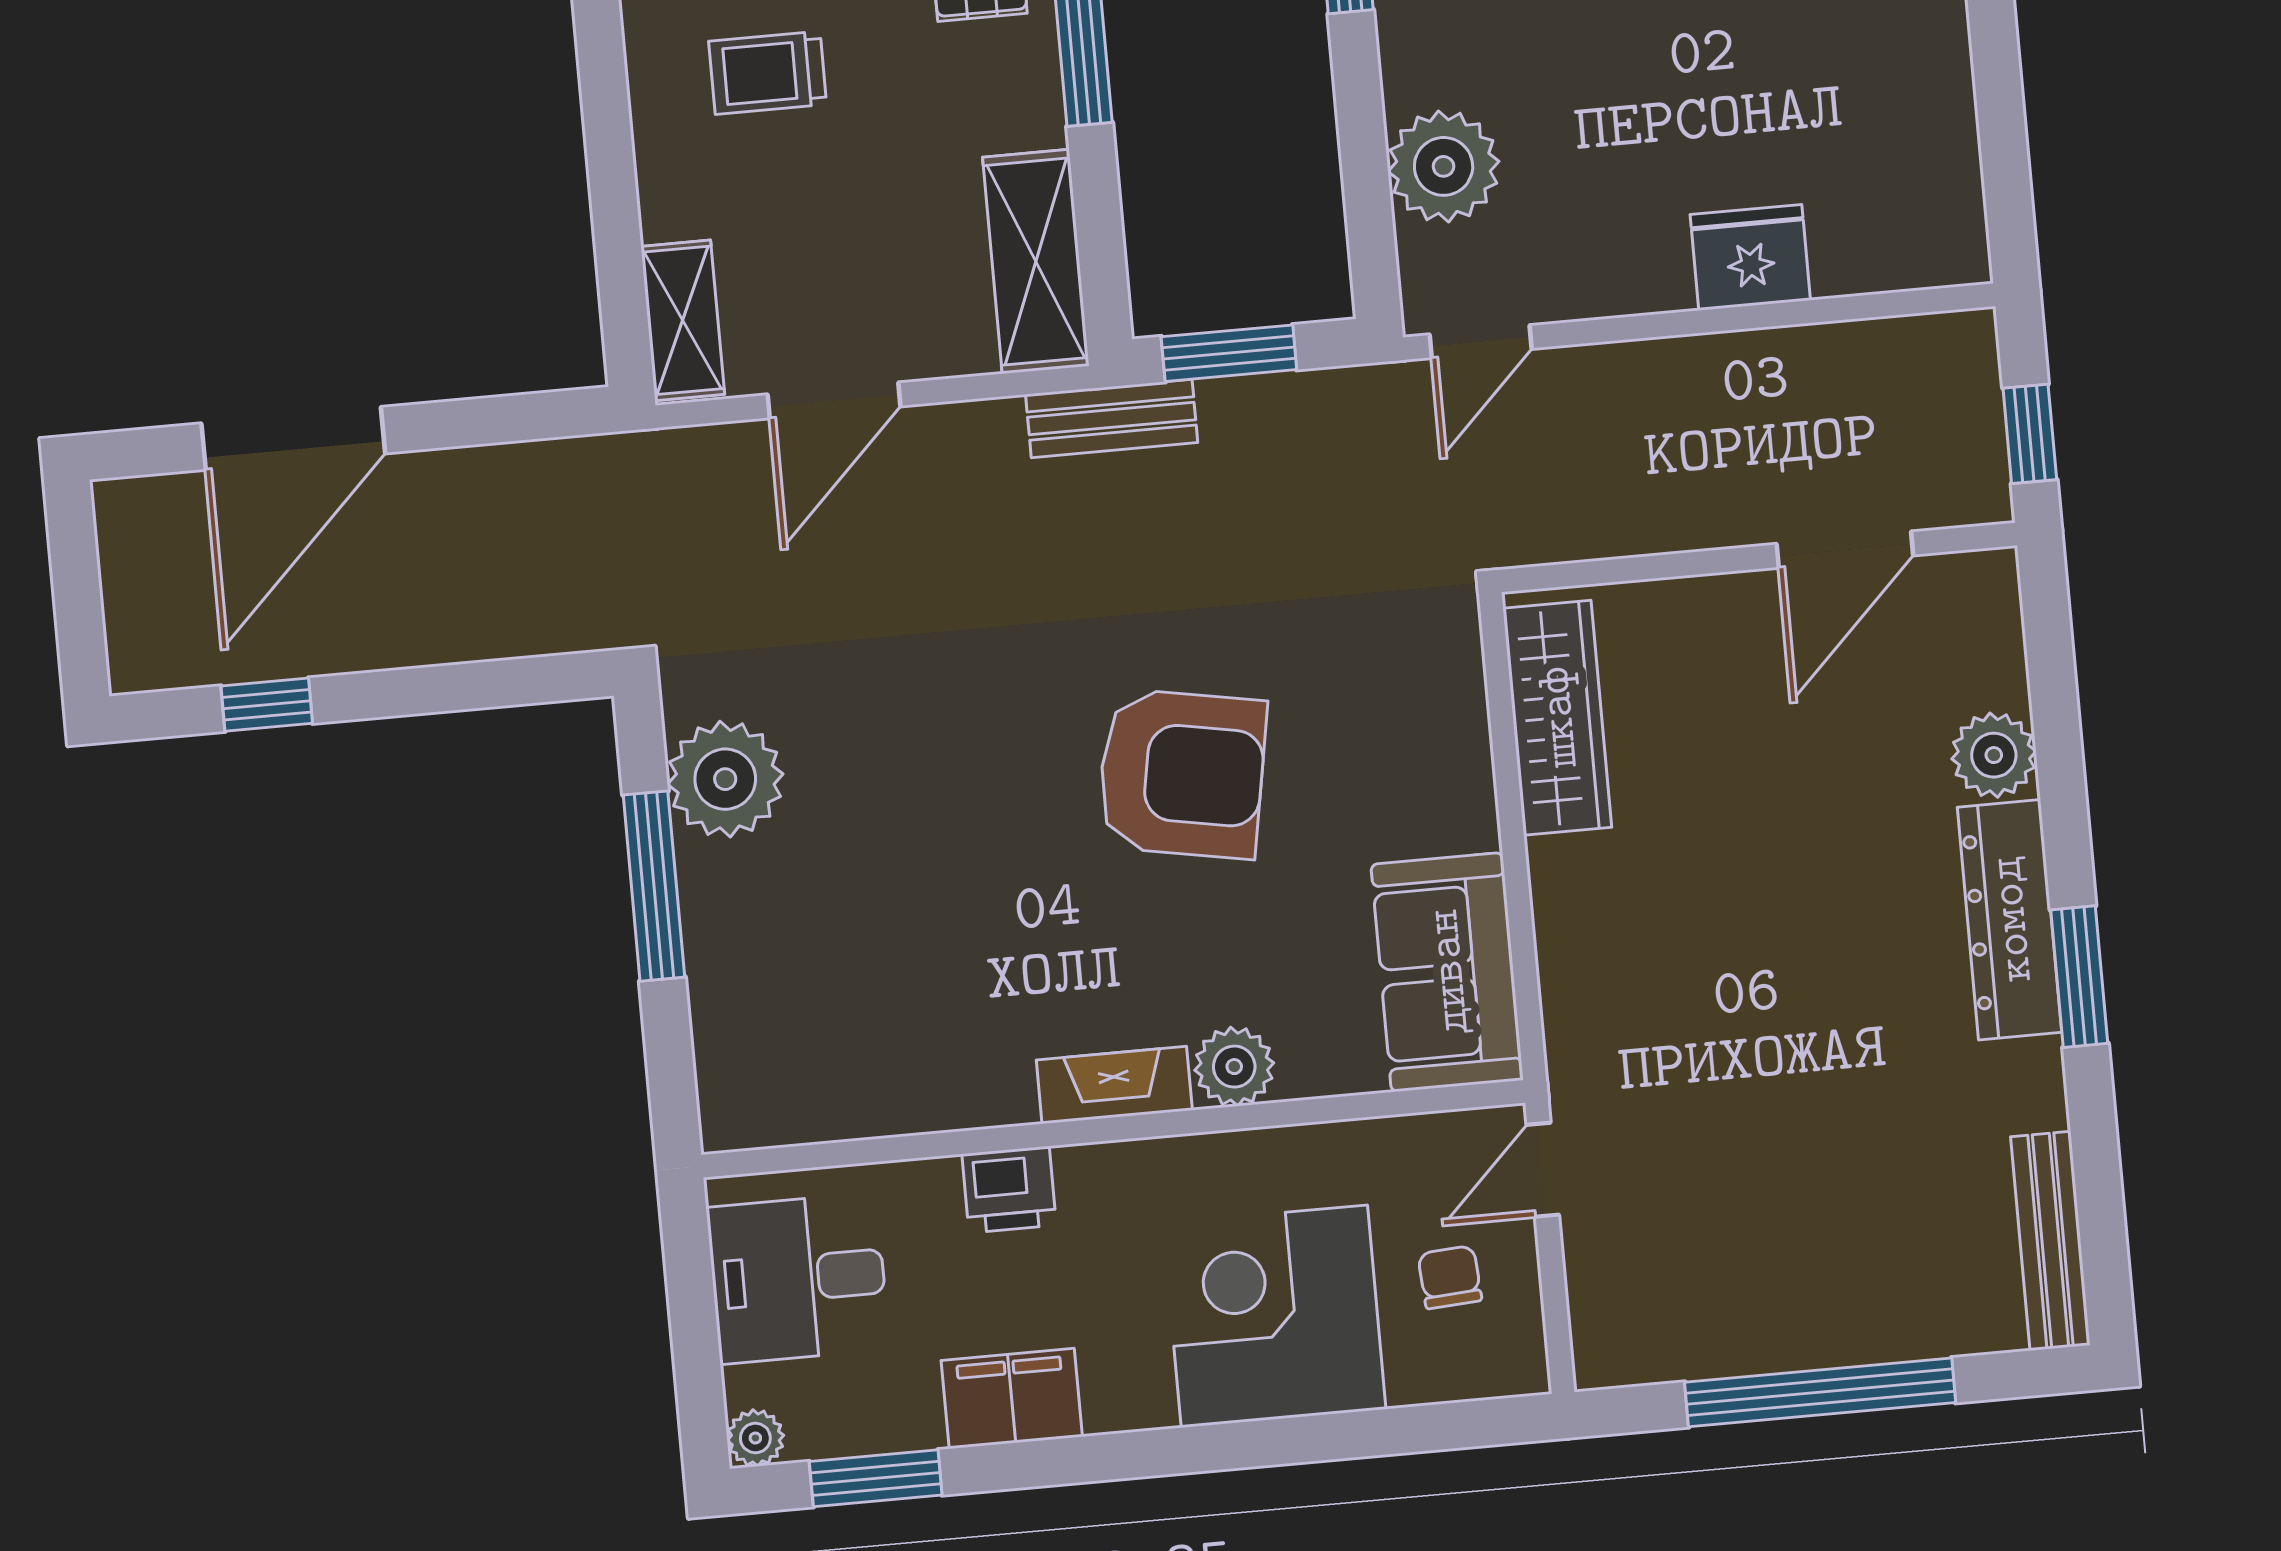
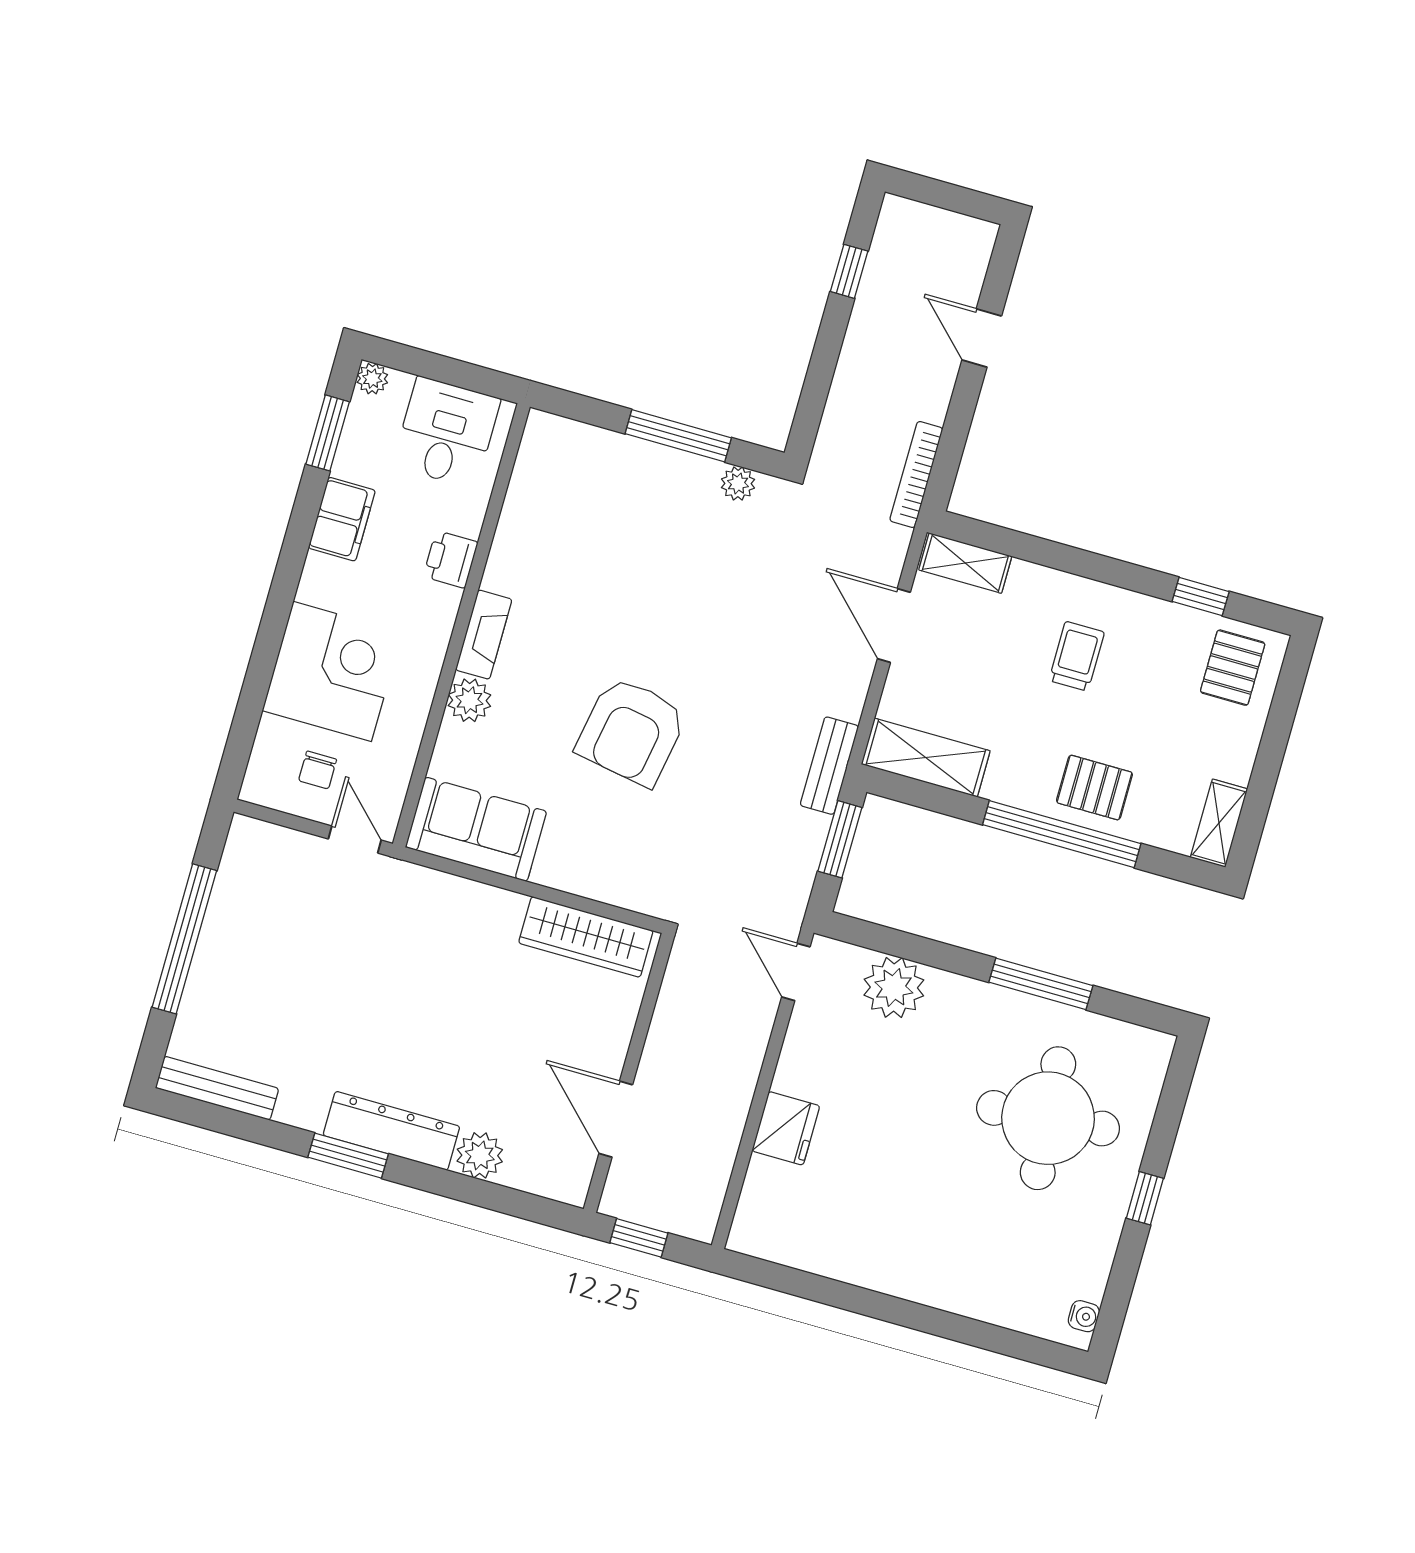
door: (293, 438) -> (982, 338), width x0.53
bookcase: (565, 460) -> (916, 474), added
plant: (725, 779) -> (738, 484), width x0.53, depth x0.53
chair: (1450, 1277) -> (318, 770), turned 94

